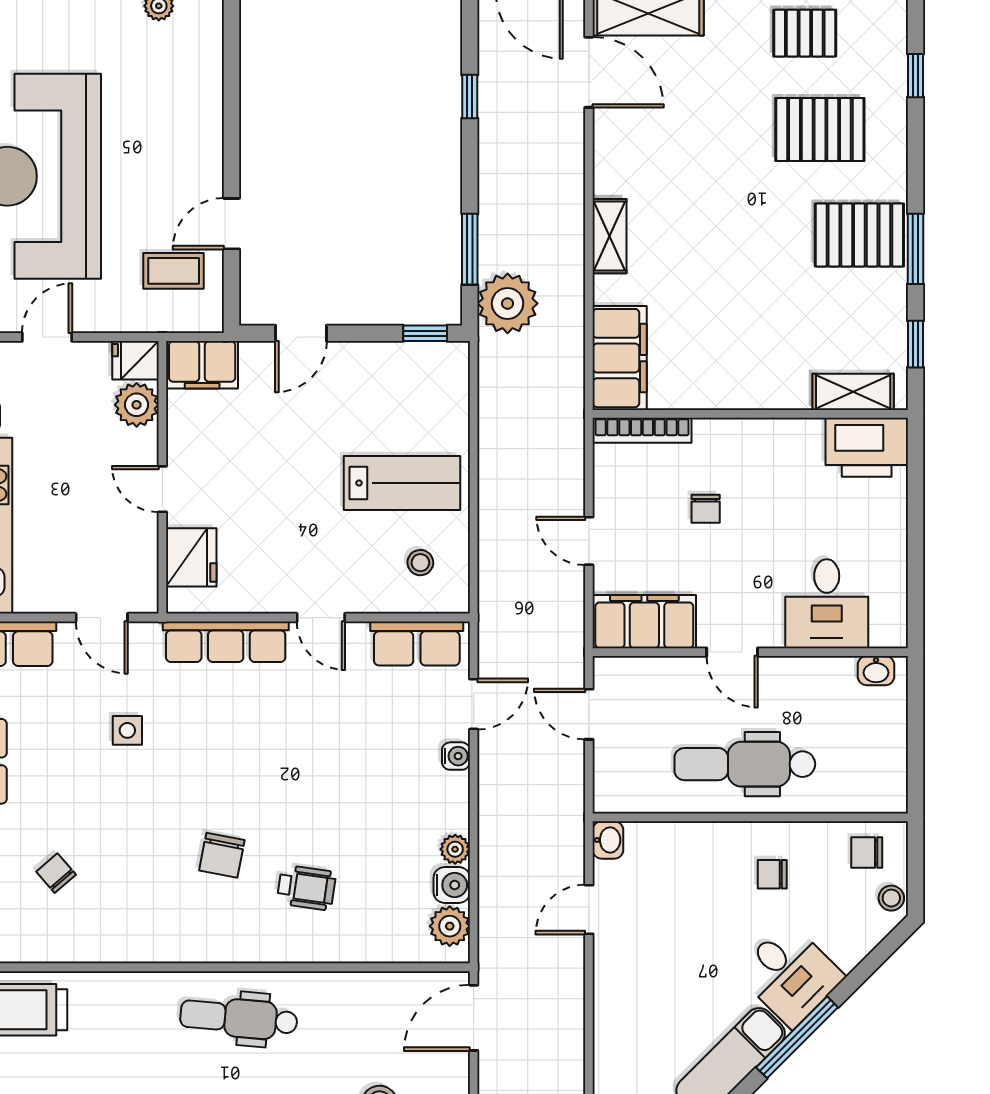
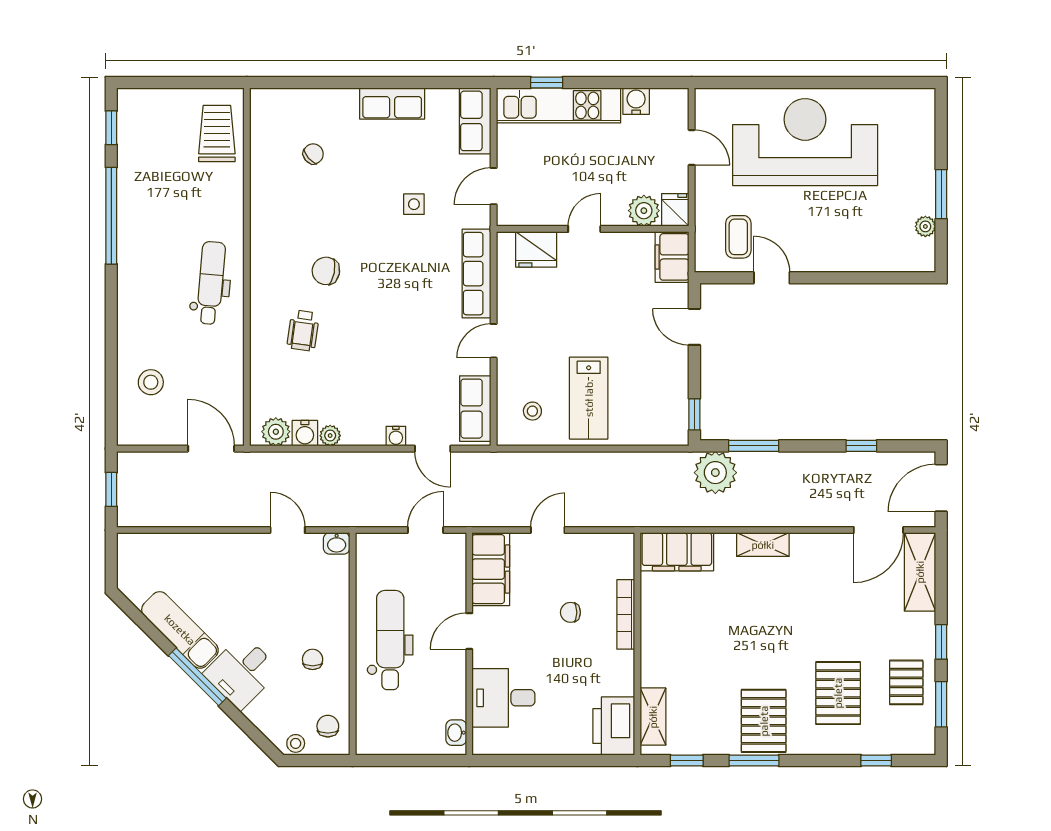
bookcase: (642, 430) -> (626, 614), moved

